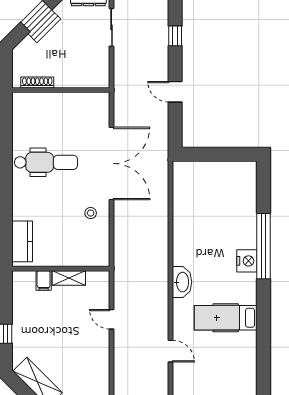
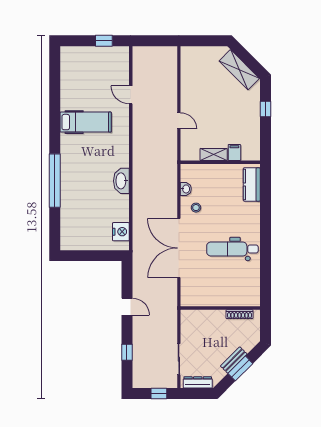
washbasin: (103, 236) -> (186, 189), added
nightstand: (247, 261) -> (121, 232), moved, turned 180
washbasin: (182, 282) -> (121, 181), moved

